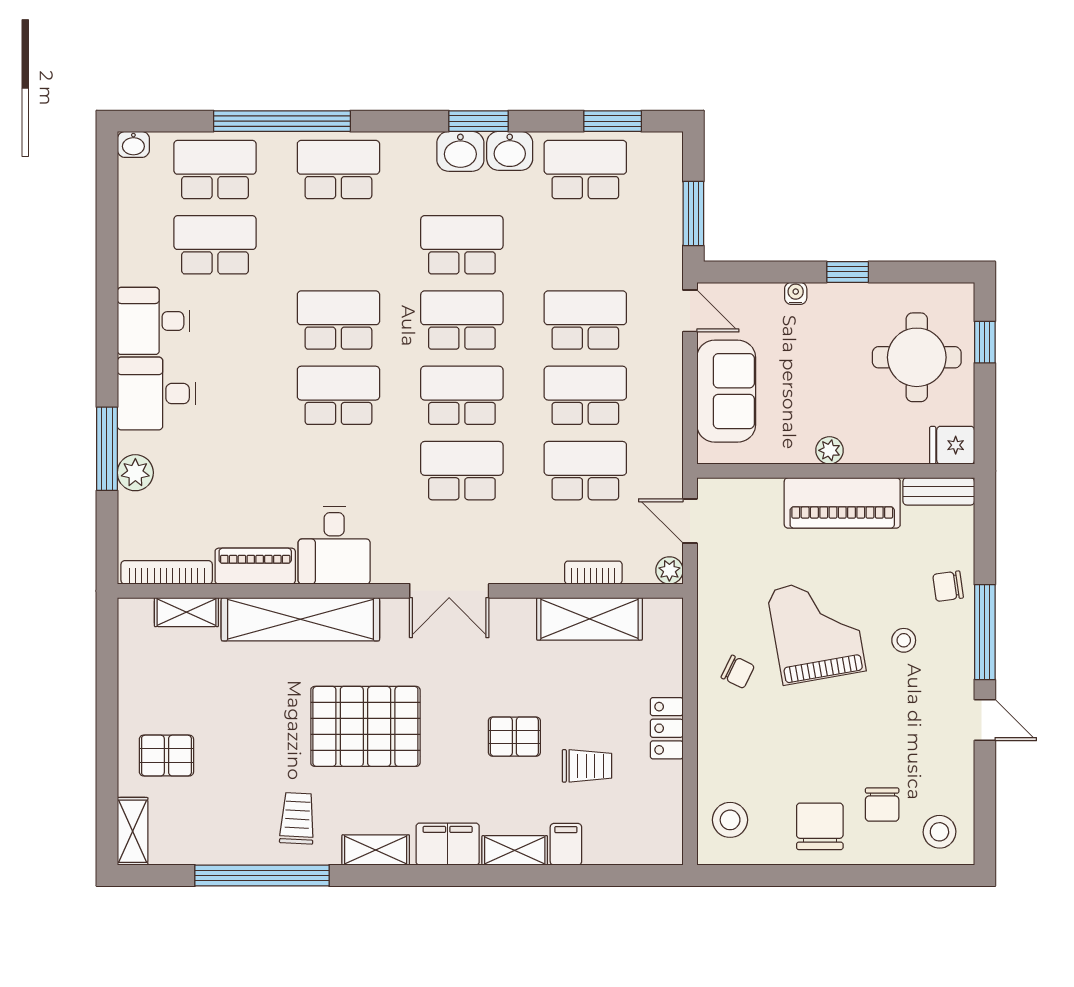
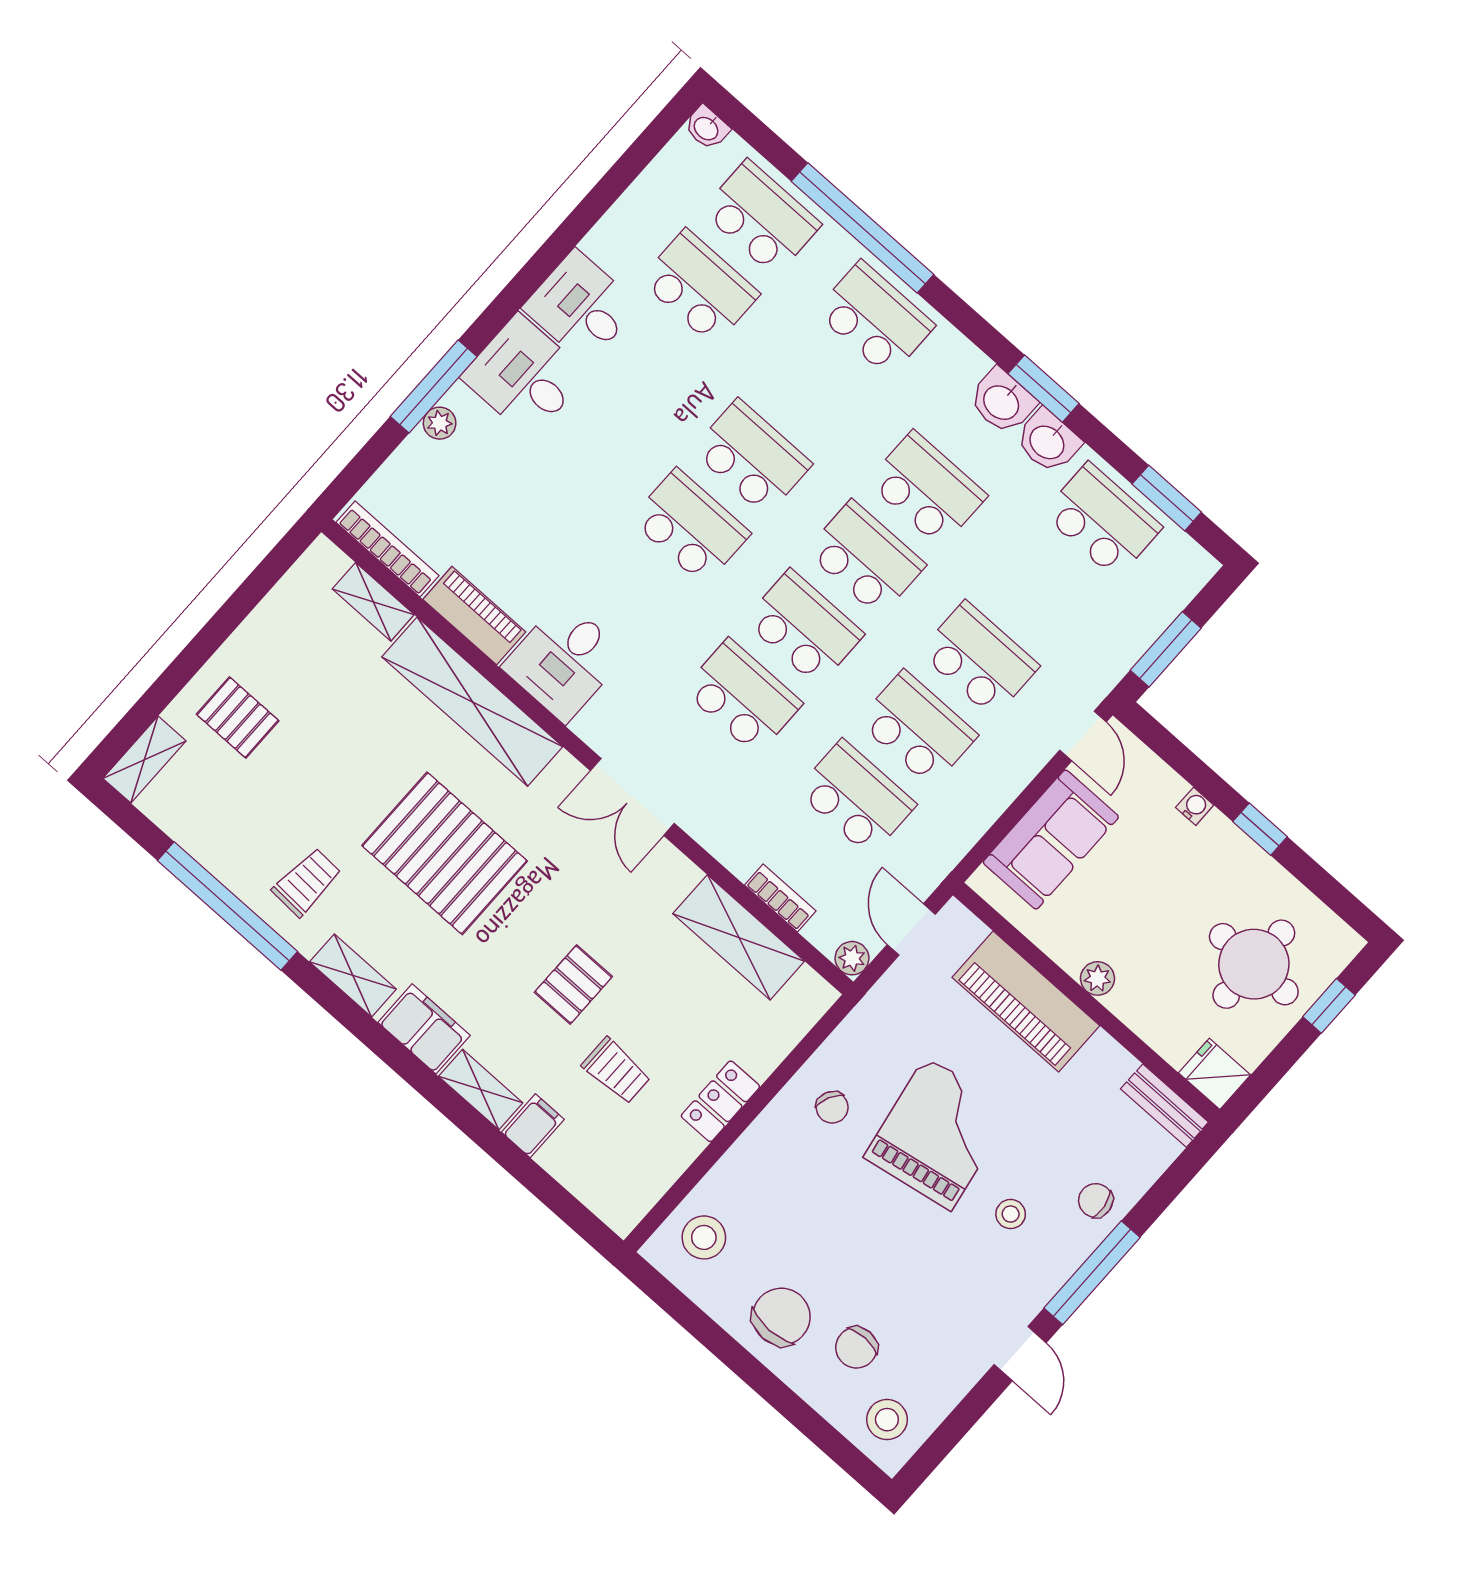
plant: (135, 473) -> (440, 423), width x0.73, depth x0.73
piano: (842, 503) -> (1026, 1001), moved
pallet: (514, 737) -> (573, 984), turned 90

